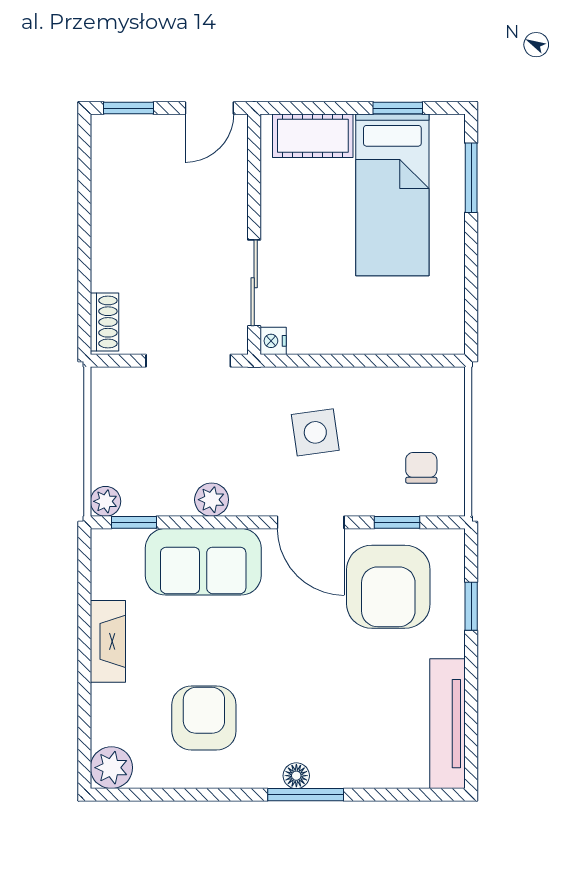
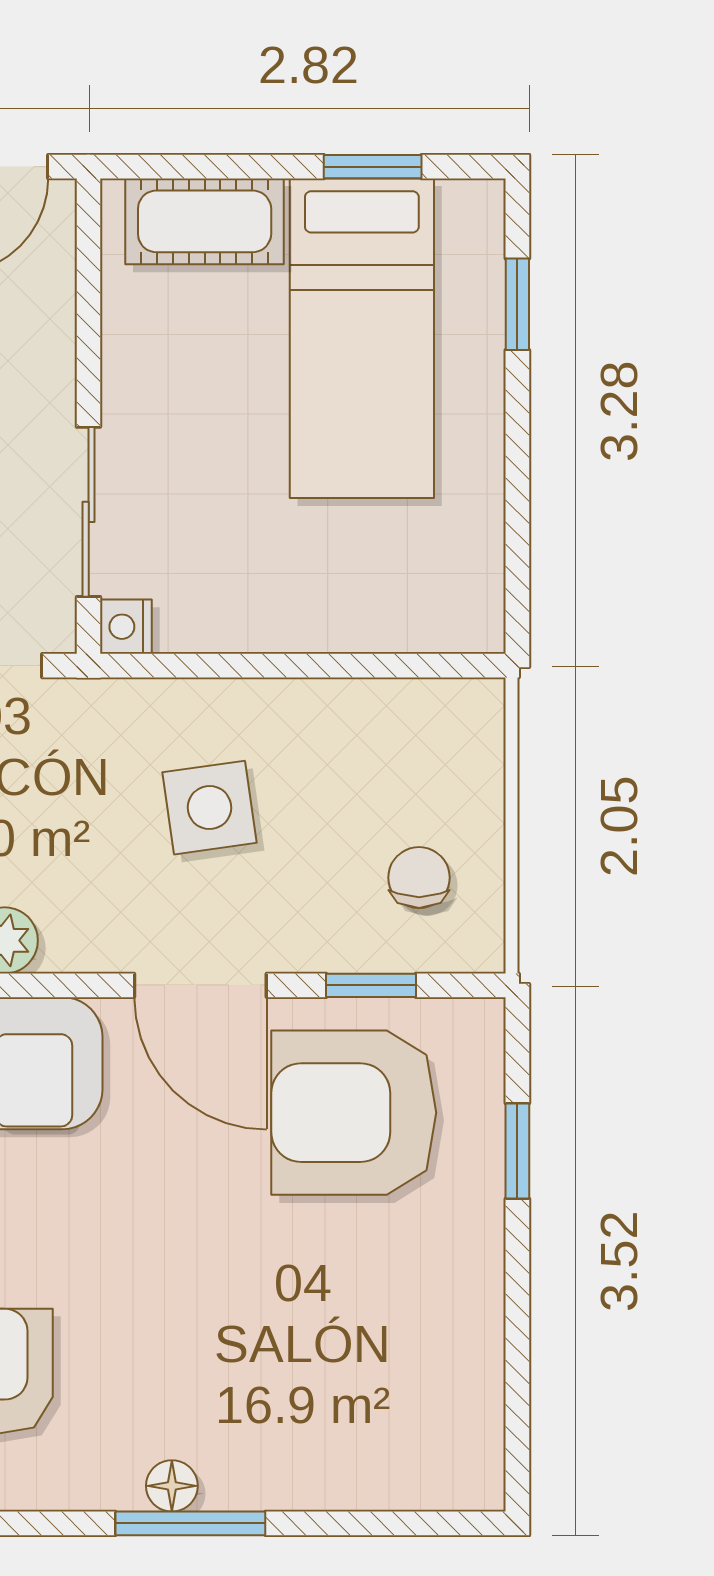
window: (471, 178) -> (517, 304), width x0.67
armchair: (388, 587) -> (354, 1113), turned 90
tv unit: (448, 724) -> (471, 1383), removed

